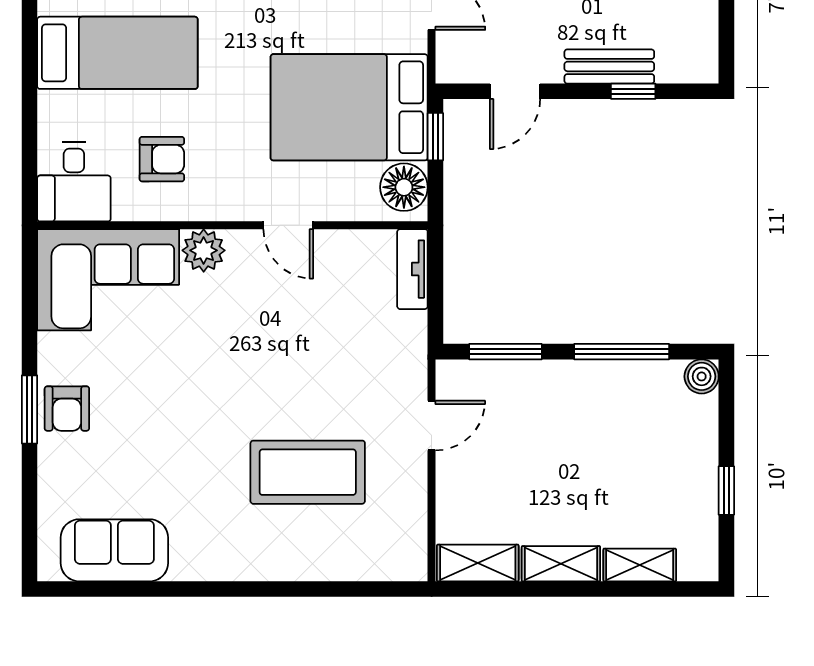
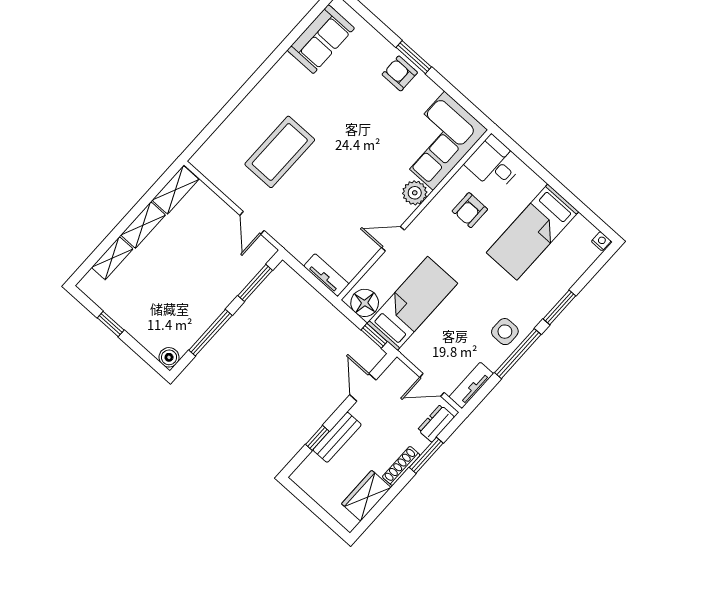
bed: (349, 107) -> (412, 303), width x0.67

